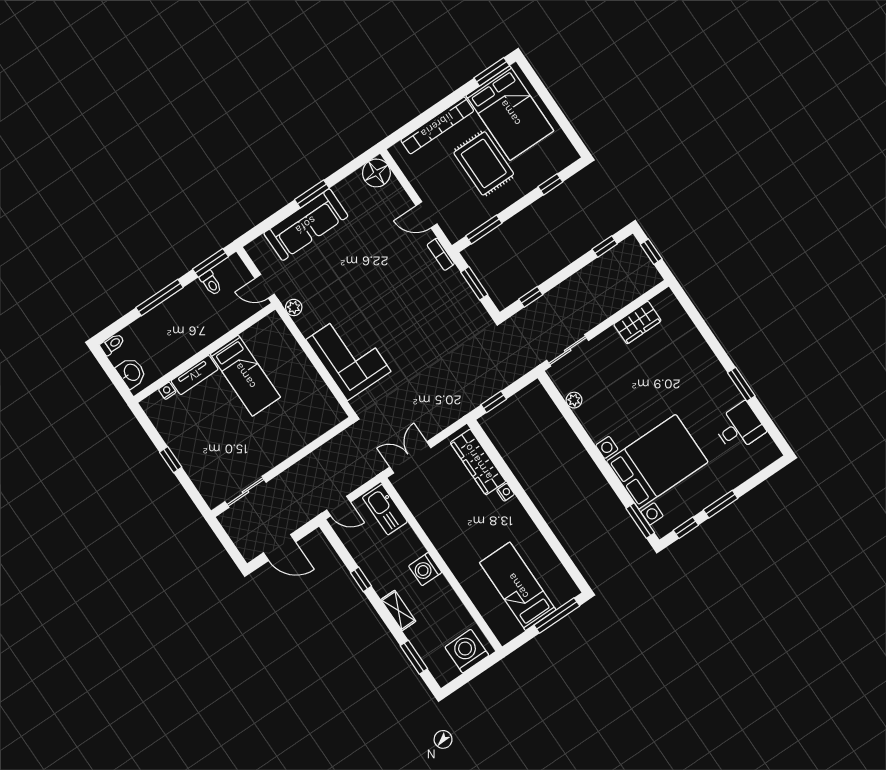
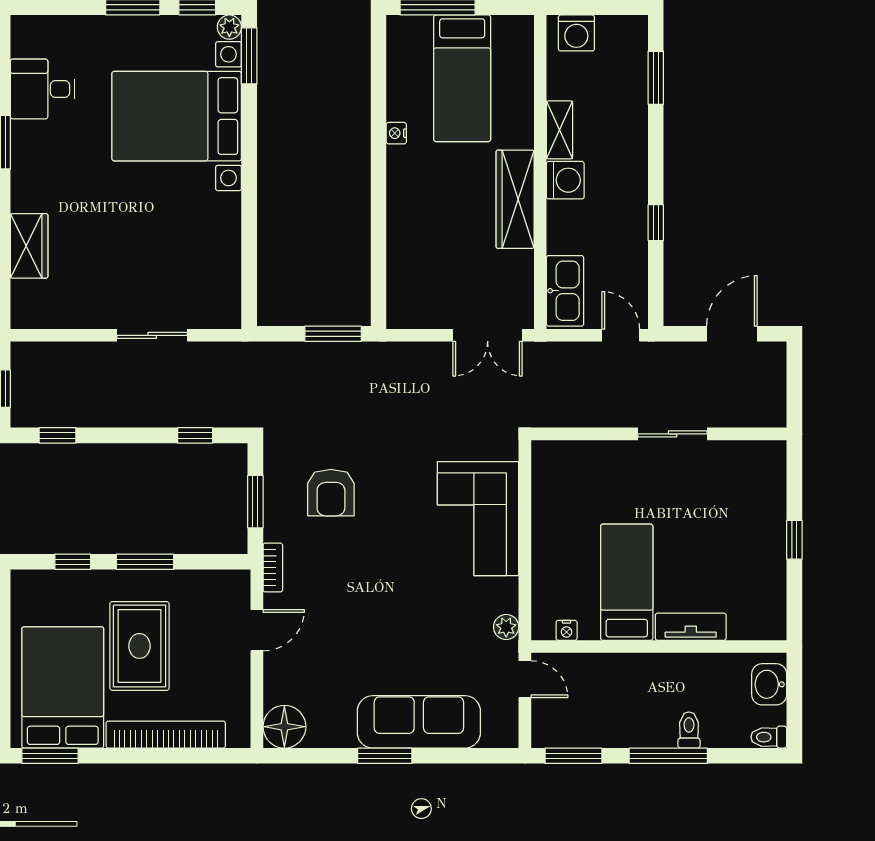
door: (426, 215) -> (257, 630), hinge flipped
window: (484, 229) -> (145, 562), moved
toilet: (211, 283) -> (689, 730), moved
armchair: (437, 316) -> (331, 493), added
wardrobe: (637, 323) -> (29, 246), moved, turned 90
sliding door: (568, 350) -> (152, 335), moved
nightstand: (167, 391) -> (567, 630), moved
plant: (574, 400) -> (229, 27), moved
window: (494, 402) -> (333, 334), width x1.50
wardrobe: (478, 462) -> (515, 199), moved, turned 180
sliding door: (245, 492) -> (673, 434), moved
nightstand: (506, 492) -> (396, 133), moved
door: (280, 547) -> (732, 334), hinge flipped
shelving: (398, 610) -> (559, 130), moved
washing machine: (467, 651) -> (576, 33), width x0.73, depth x0.73

